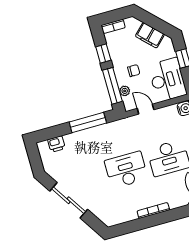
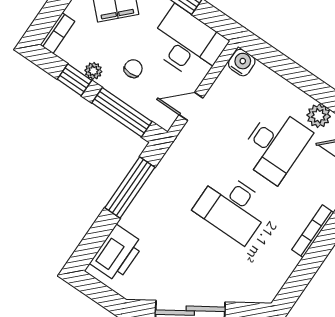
plant: (125, 91) -> (93, 71), moved
printer: (56, 144) -> (117, 253), width x1.87, depth x1.48
desk: (126, 170) -> (232, 207), turned -90

